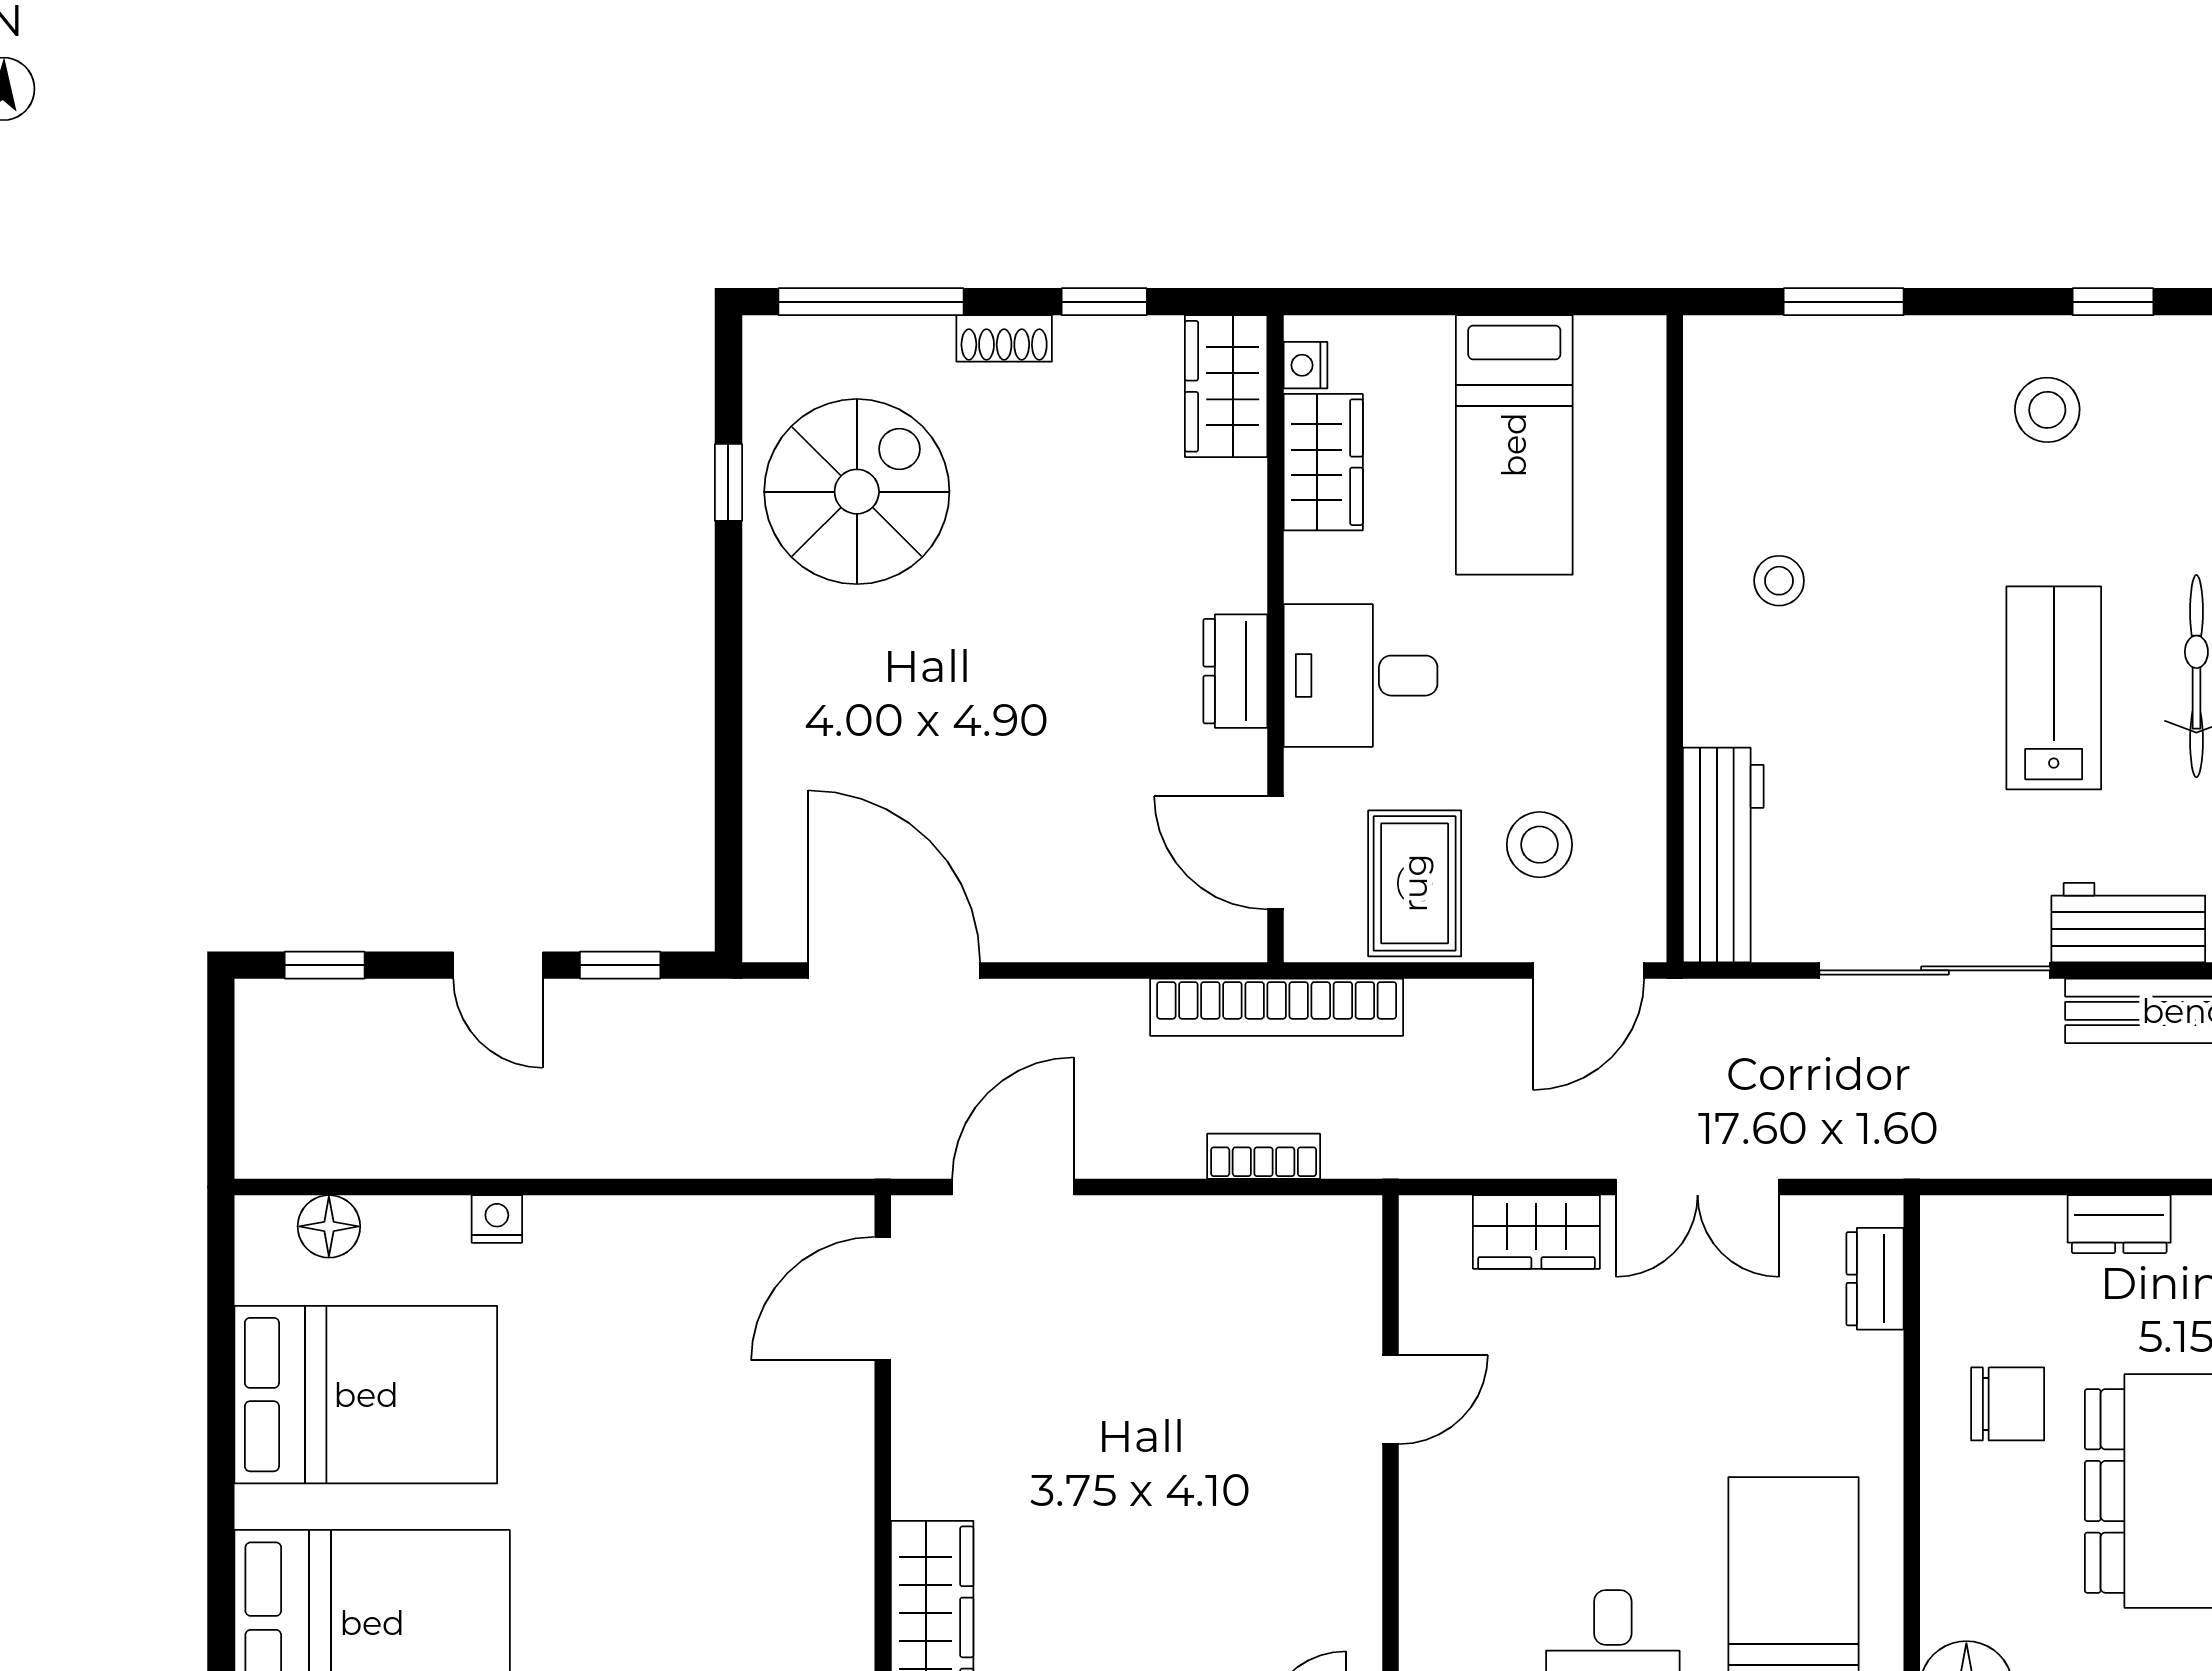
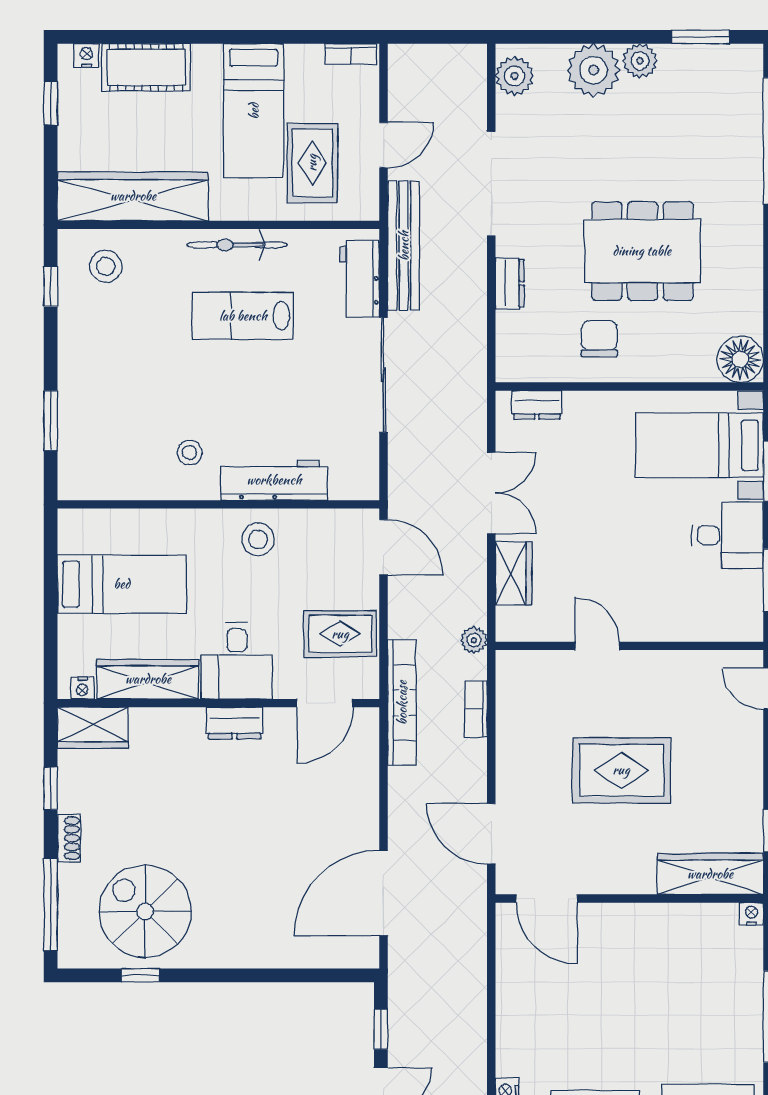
stool: (2047, 410) -> (106, 266), moved
wardrobe: (1323, 462) -> (148, 679), width x1.50
stool: (1539, 845) -> (258, 539), moved
workbench: (1723, 855) -> (274, 480), moved
plant: (1402, 1152) -> (474, 640), added
rug: (1140, 1449) -> (621, 770), added

